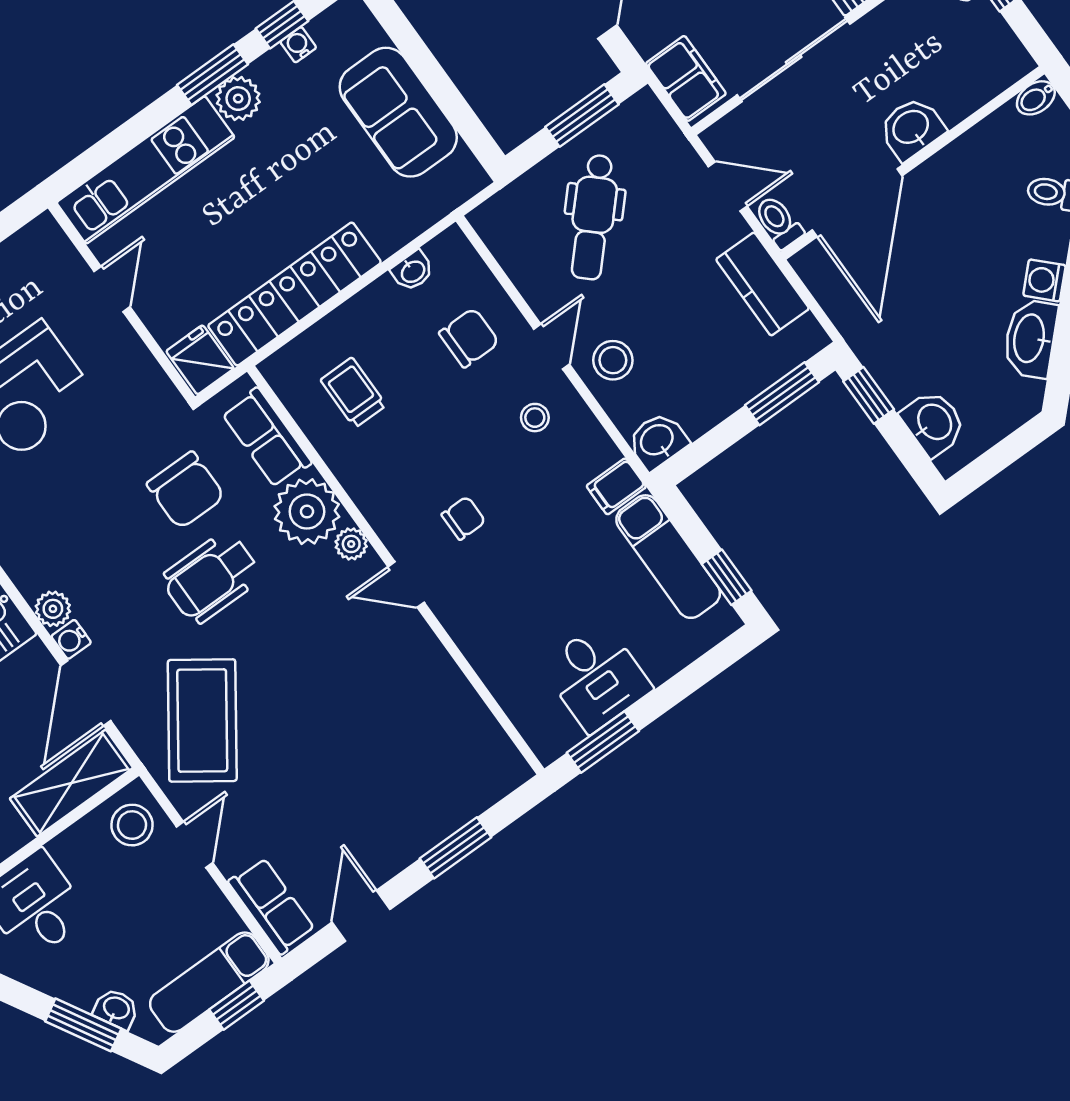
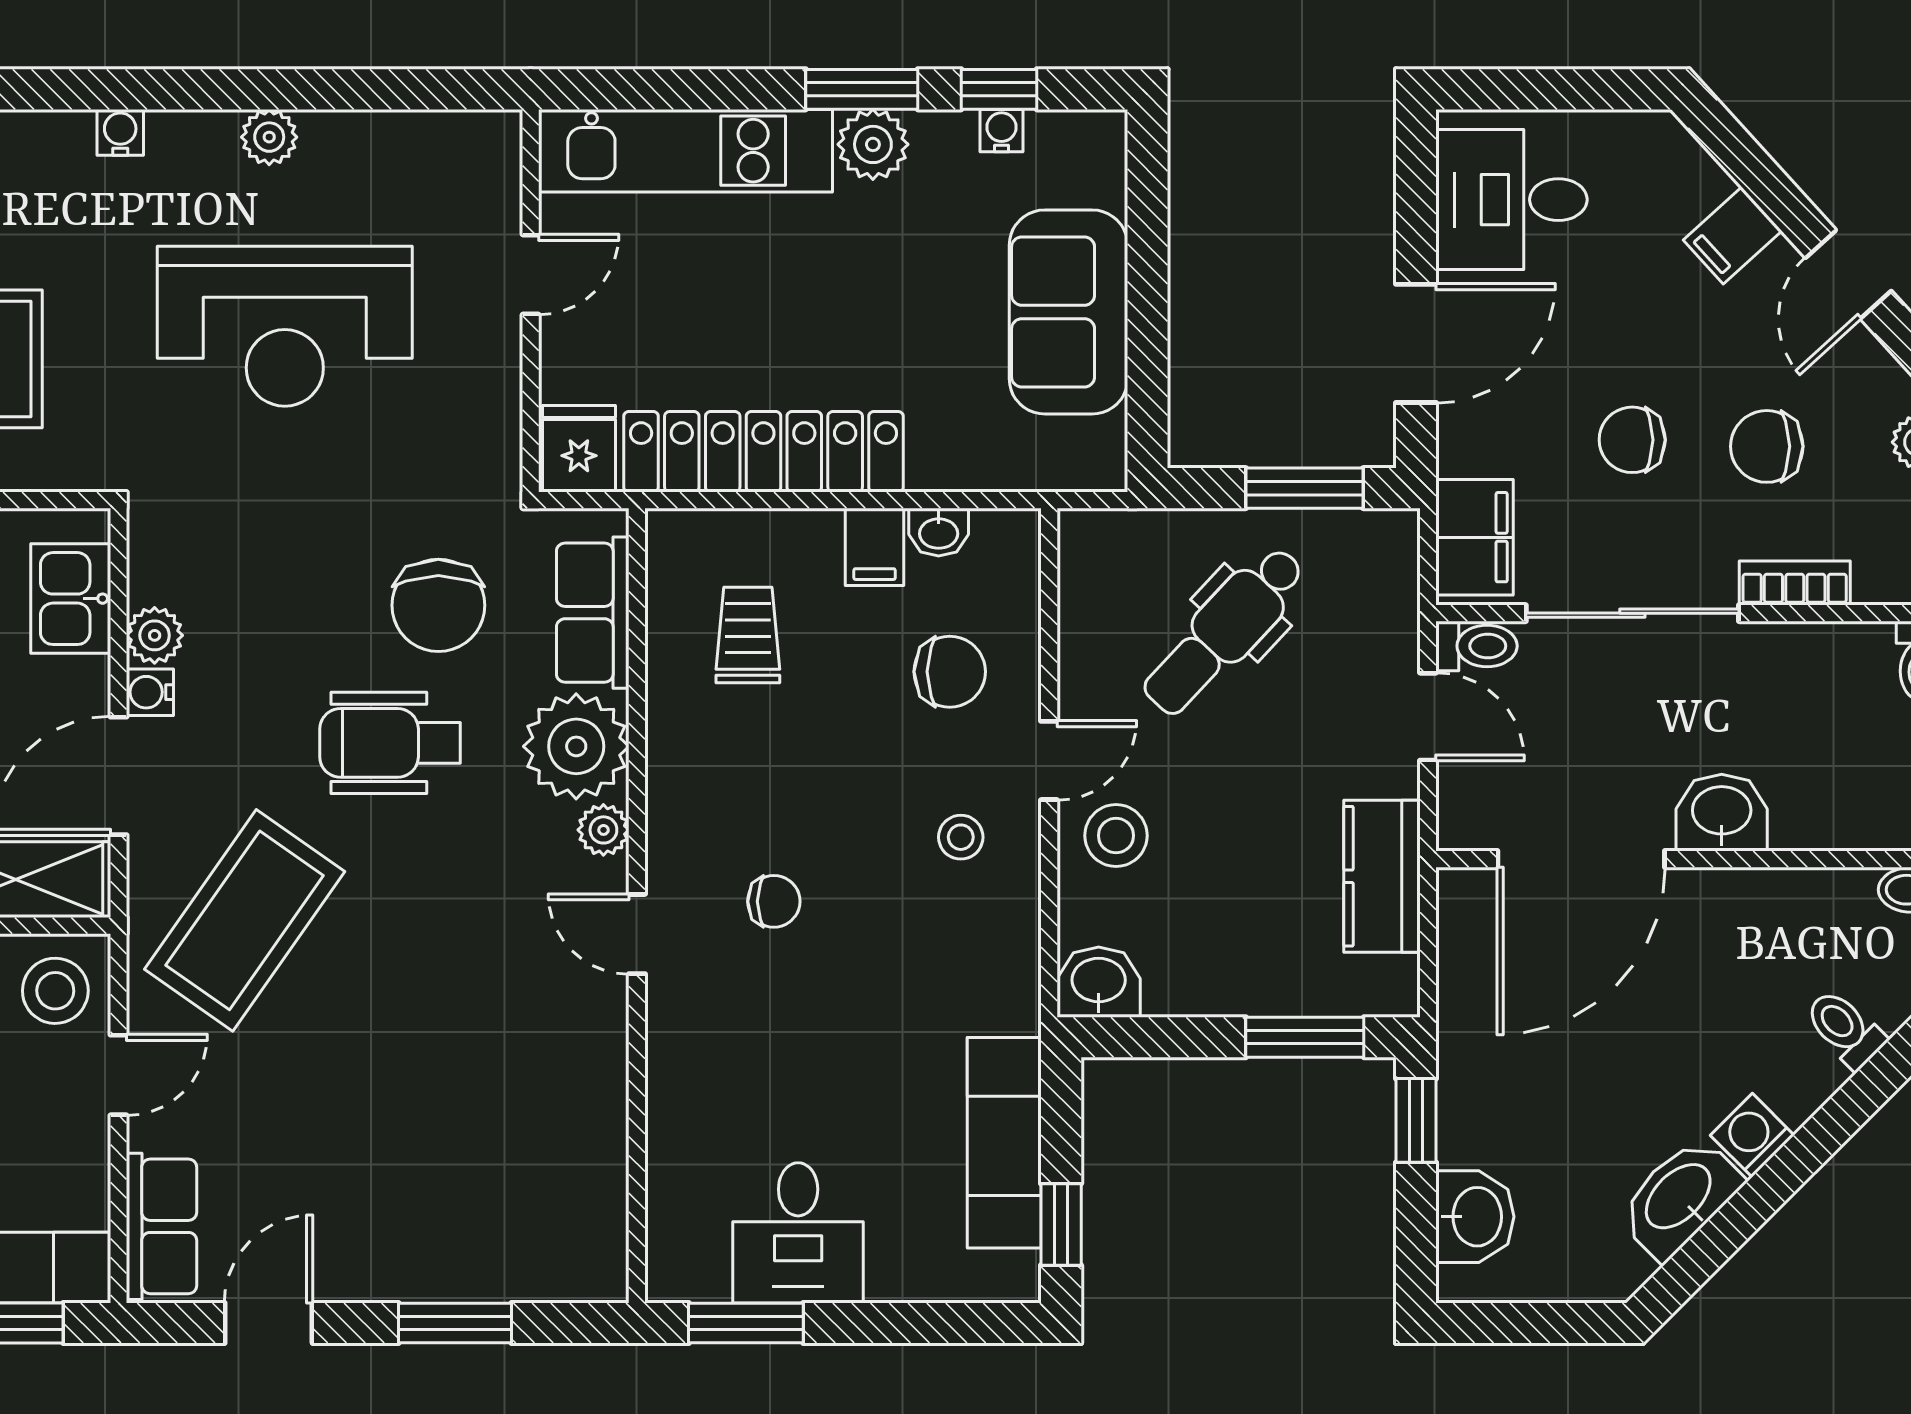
toilet: (779, 222) -> (1476, 646), moved, turned 90
filing cabinet: (616, 486) -> (875, 547), moved, turned -90

